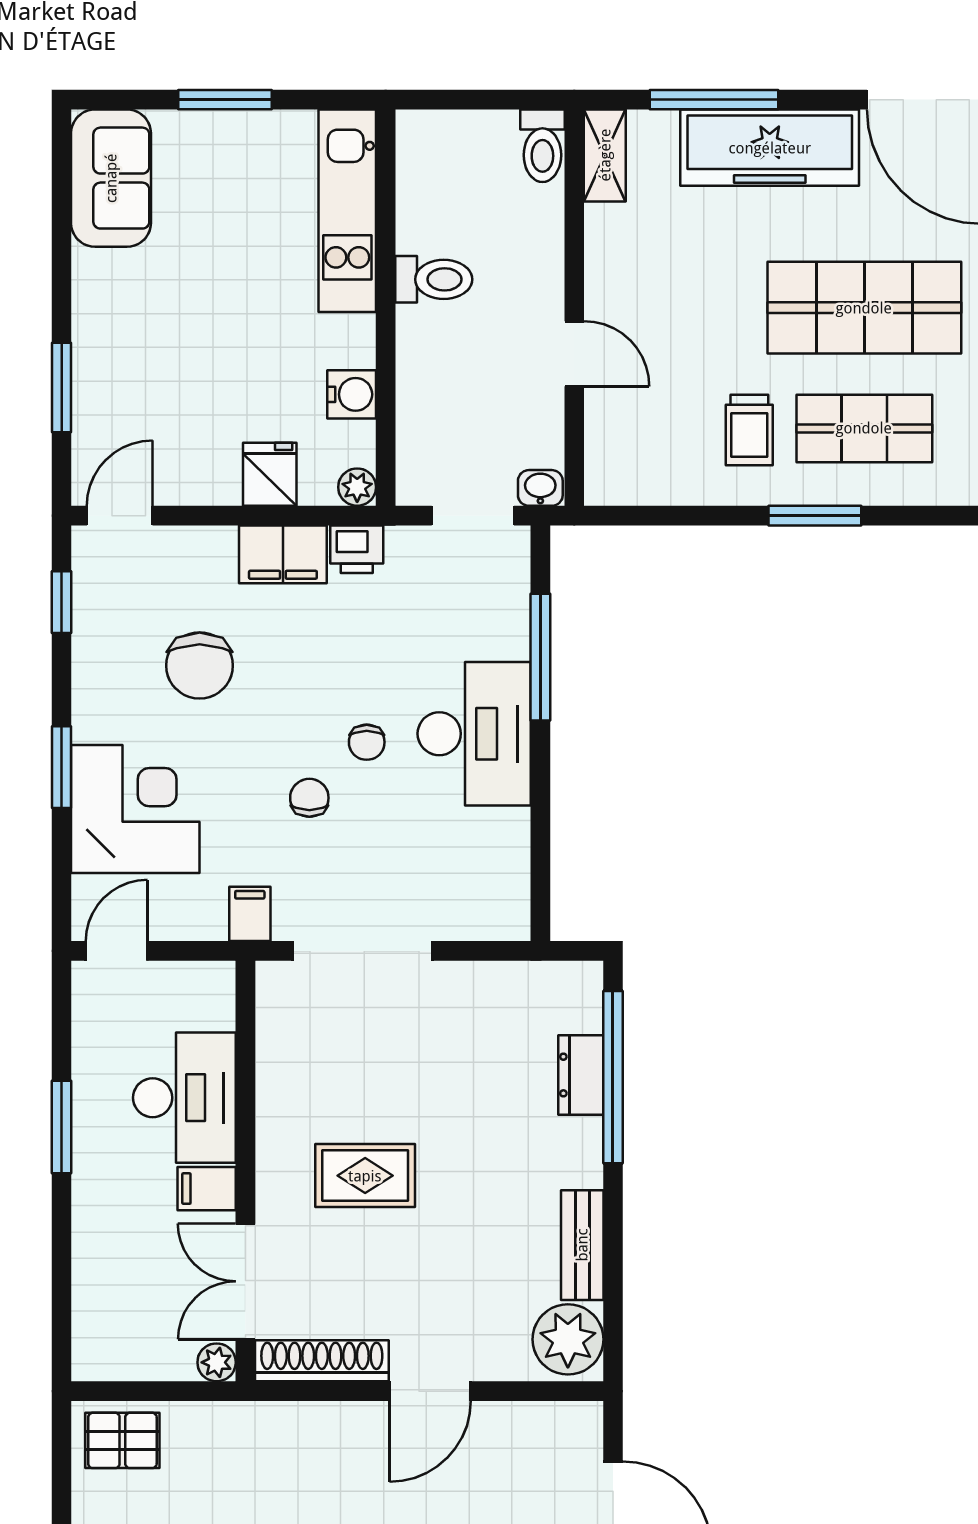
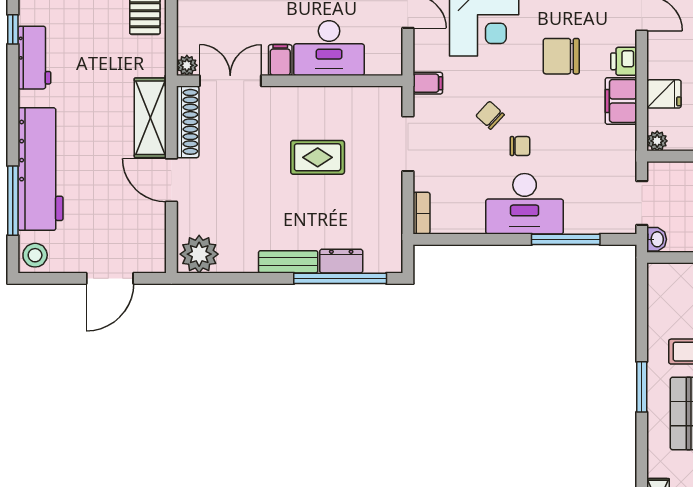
printer: (357, 549) -> (624, 61), moved
chair: (367, 742) -> (520, 146), turned 180
chair: (309, 798) -> (490, 115), turned -137
bookcase: (492, 926) -> (421, 213), added
doorway: (362, 951) -> (408, 144), width x0.73
rug: (365, 1176) -> (318, 157), moved, turned 90
bench: (582, 1245) -> (288, 262), moved
shelving: (314, 1430) -> (150, 118), added

